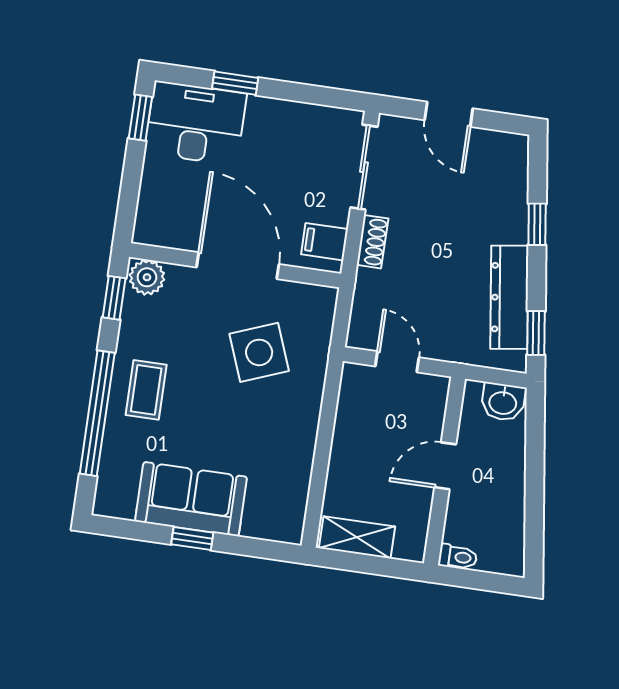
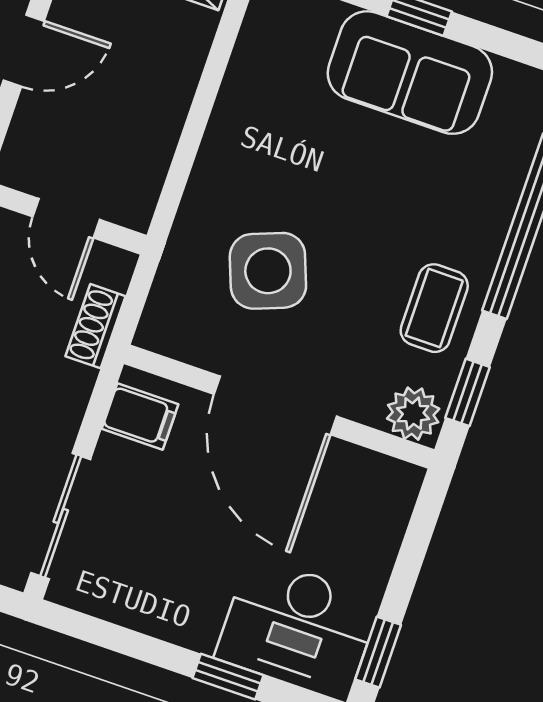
shoe rack: (372, 242) -> (95, 326), moved
coffee table: (146, 390) -> (434, 308), moved

